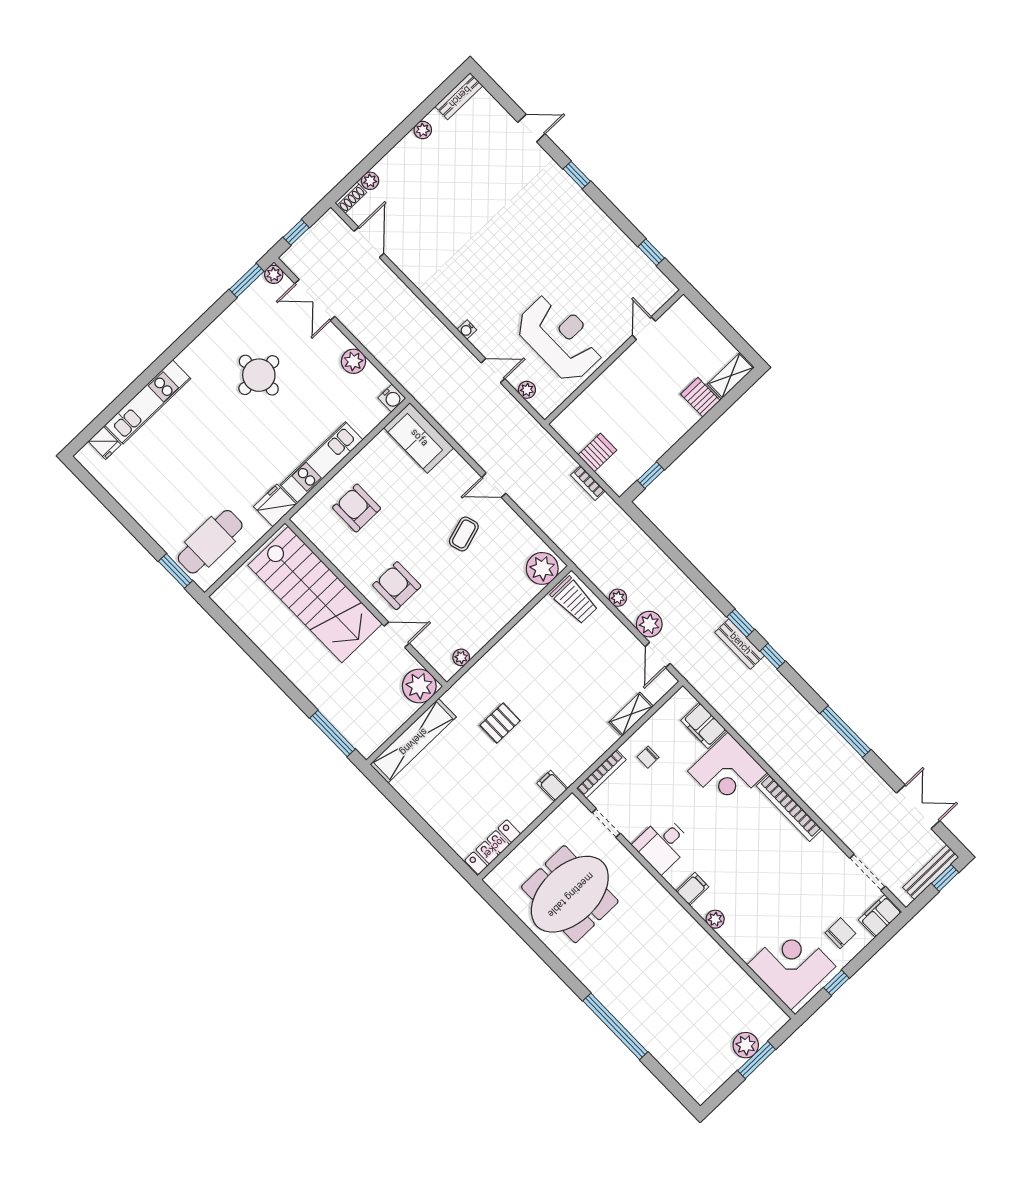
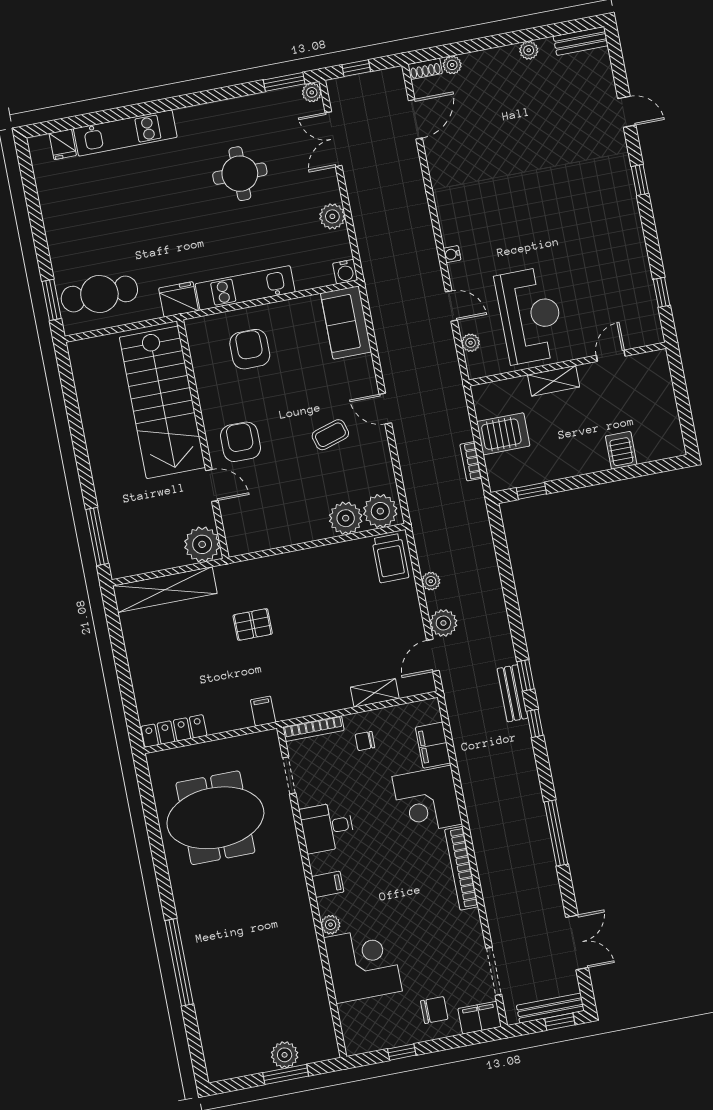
shelving: (731, 376) -> (554, 381), moved
server rack: (597, 452) -> (503, 434), width x1.36, depth x1.44
plant: (461, 657) -> (346, 518), moved, width x1.87, depth x1.87
corner desk: (791, 966) -> (363, 964), moved

